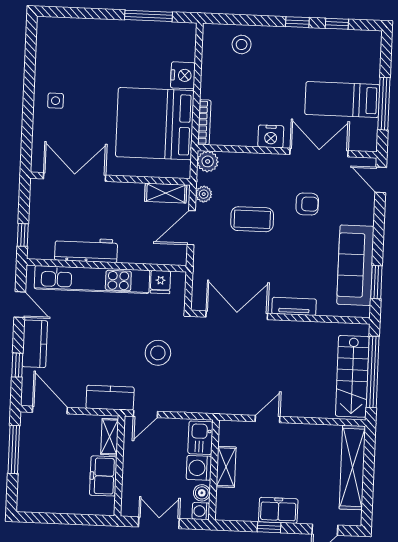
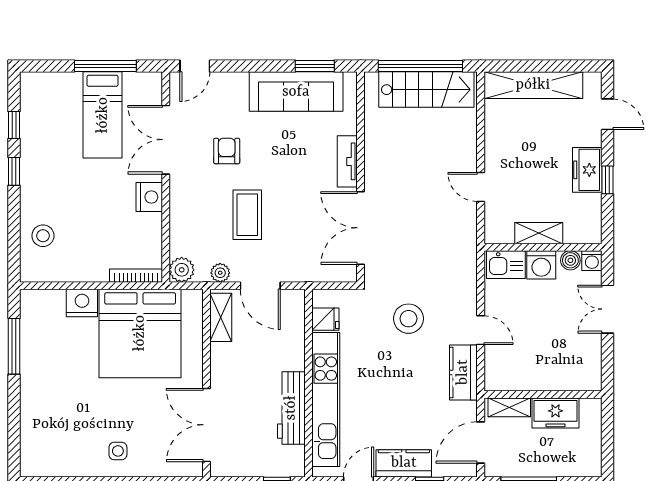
shelving: (110, 437) -> (509, 407), moved
wall: (119, 466) -> (543, 394), moved
freezer: (103, 476) -> (555, 413), moved

